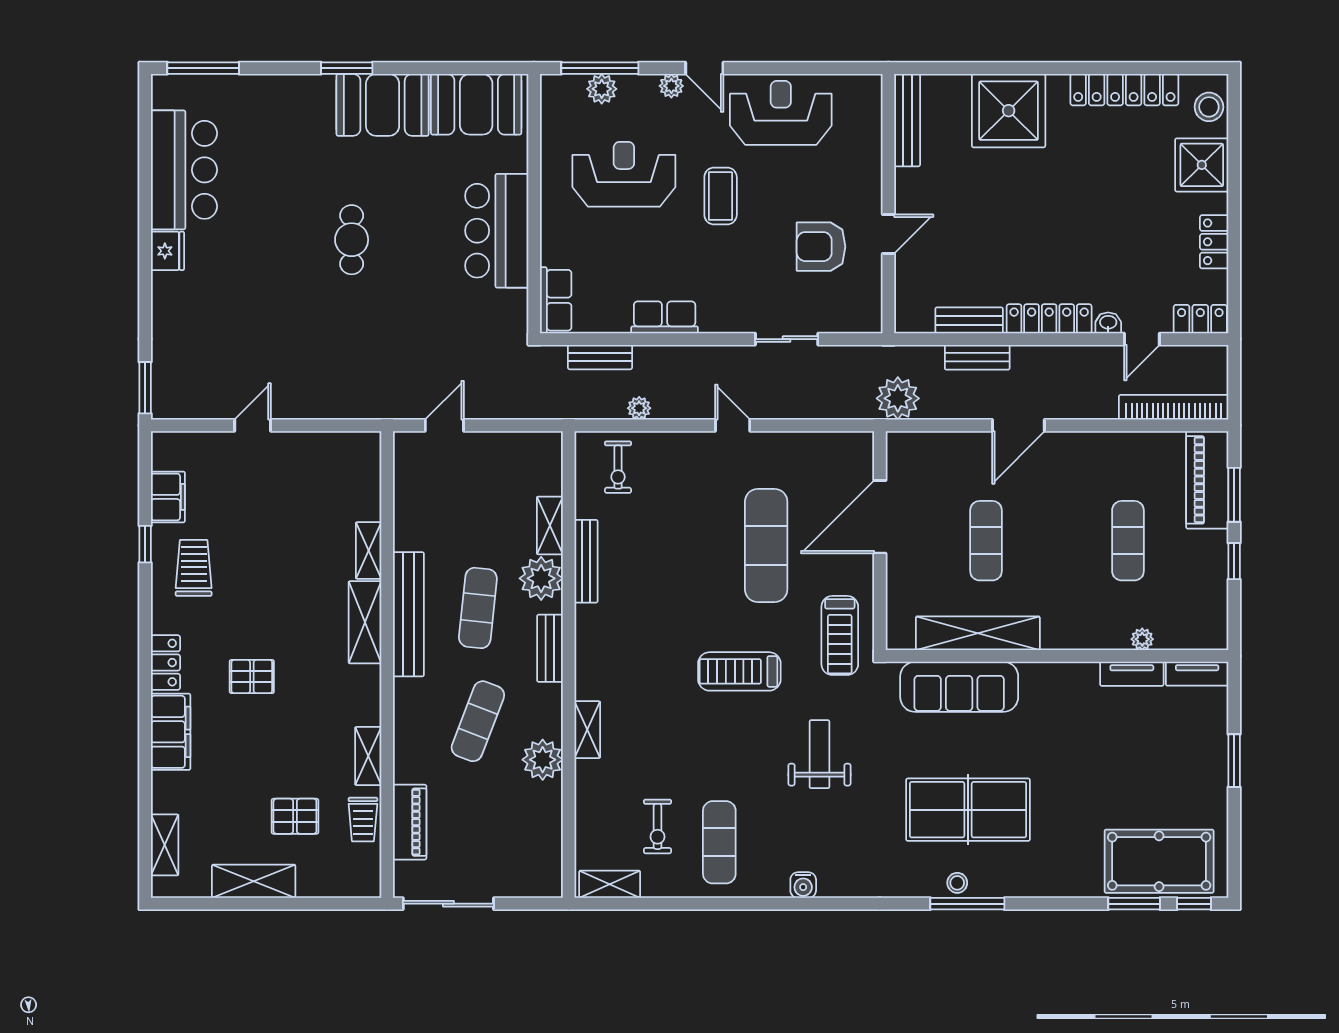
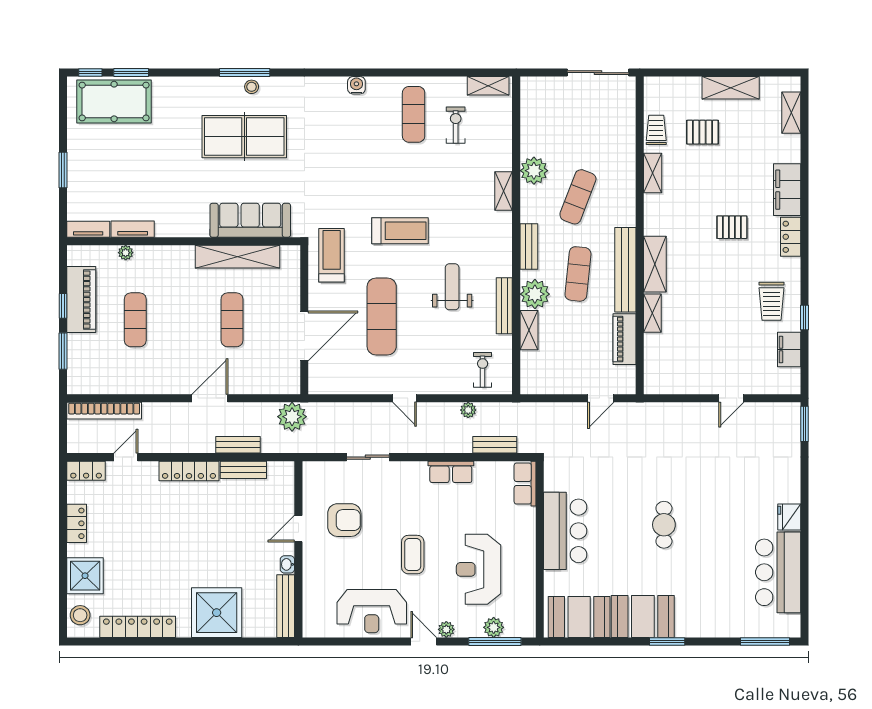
reception desk: (624, 174) -> (479, 569), turned 90
washbasin: (1108, 323) -> (287, 564), moved, turned 90
piano: (1207, 480) -> (81, 300), moved
weight bench: (819, 754) -> (452, 287), moved, turned 180
piano: (410, 822) -> (624, 339), moved

